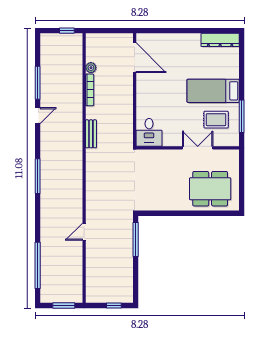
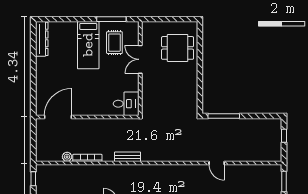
dining table: (210, 189) -> (178, 48), width x0.73

